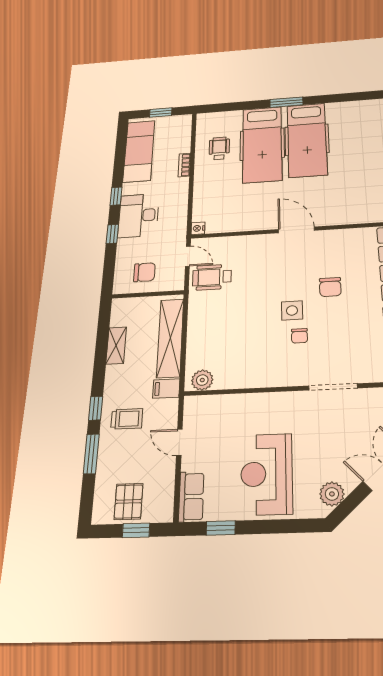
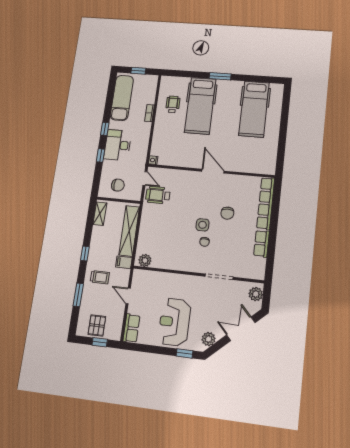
hospital bed: (307, 140) -> (254, 109), moved
shelving: (116, 346) -> (100, 214), moved
window: (96, 408) -> (85, 253), moved
window: (221, 528) -> (184, 353), moved

